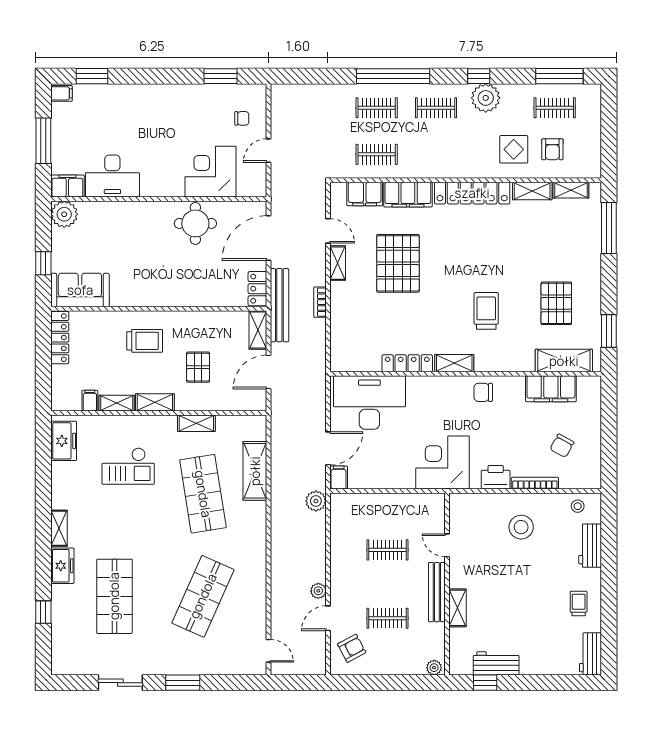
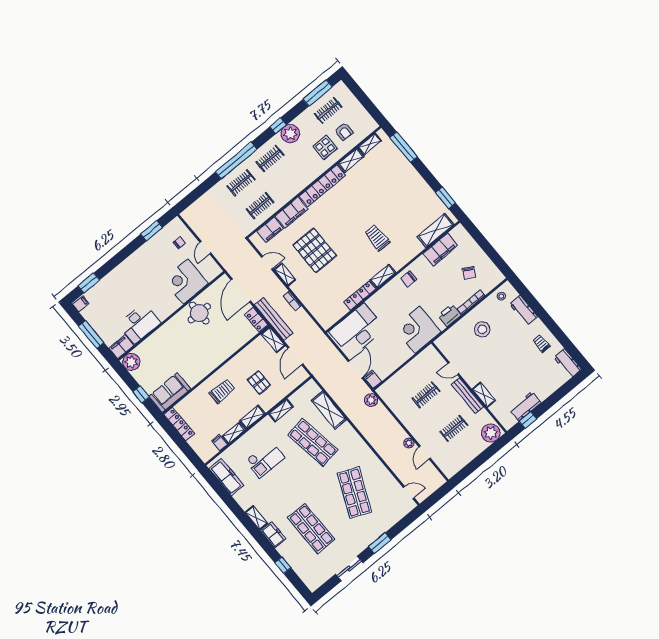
pallet: (556, 303) -> (408, 205), removed
freezer: (64, 441) -> (226, 477), width x1.40
armchair: (352, 648) -> (448, 458), removed
plant: (434, 668) -> (491, 433), width x1.88, depth x1.88

